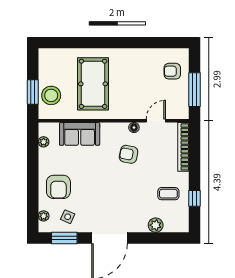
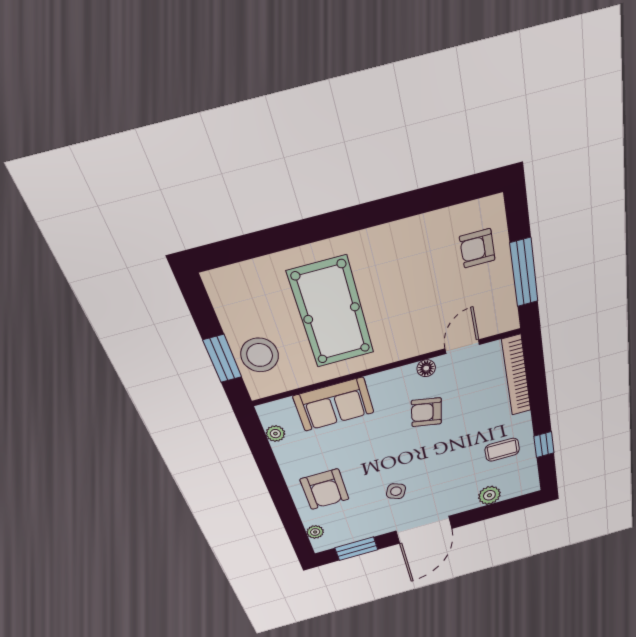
side table: (68, 217) -> (396, 491), moved

